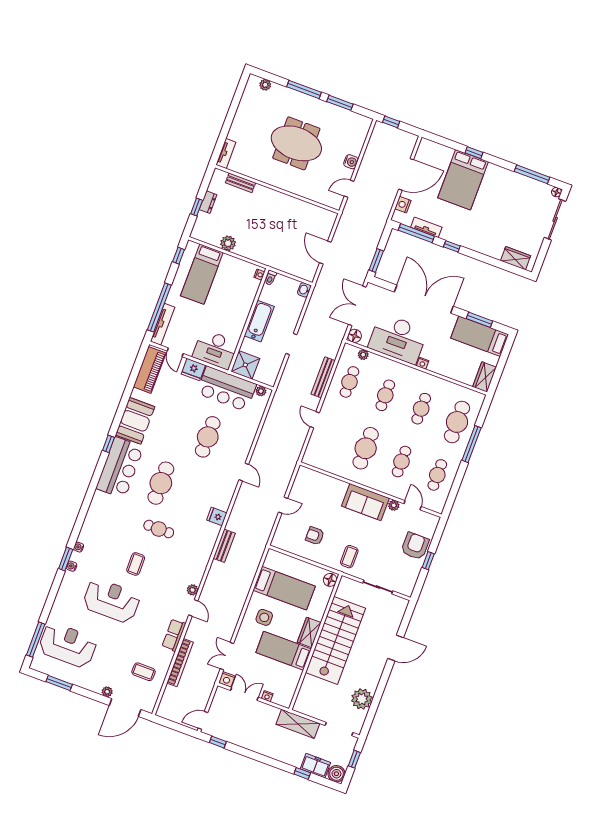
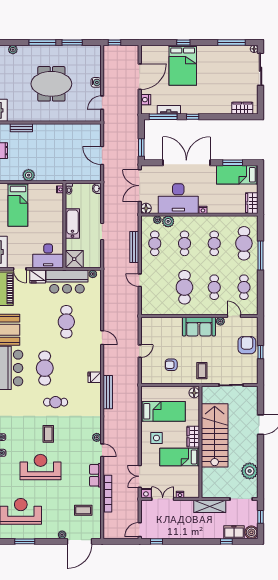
plant: (375, 362) -> (168, 221), added
bench: (224, 546) -> (108, 392), width x1.36

